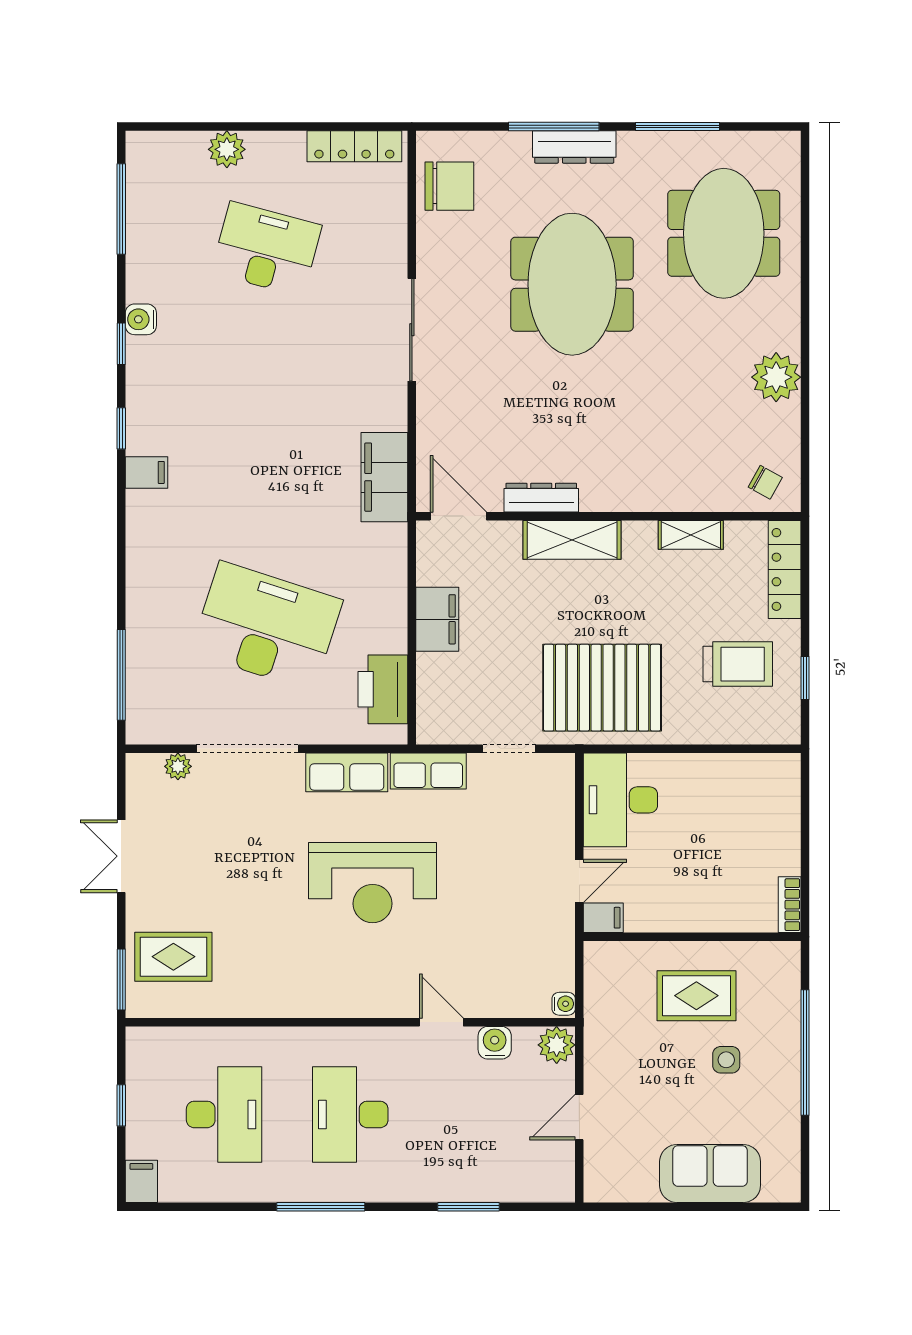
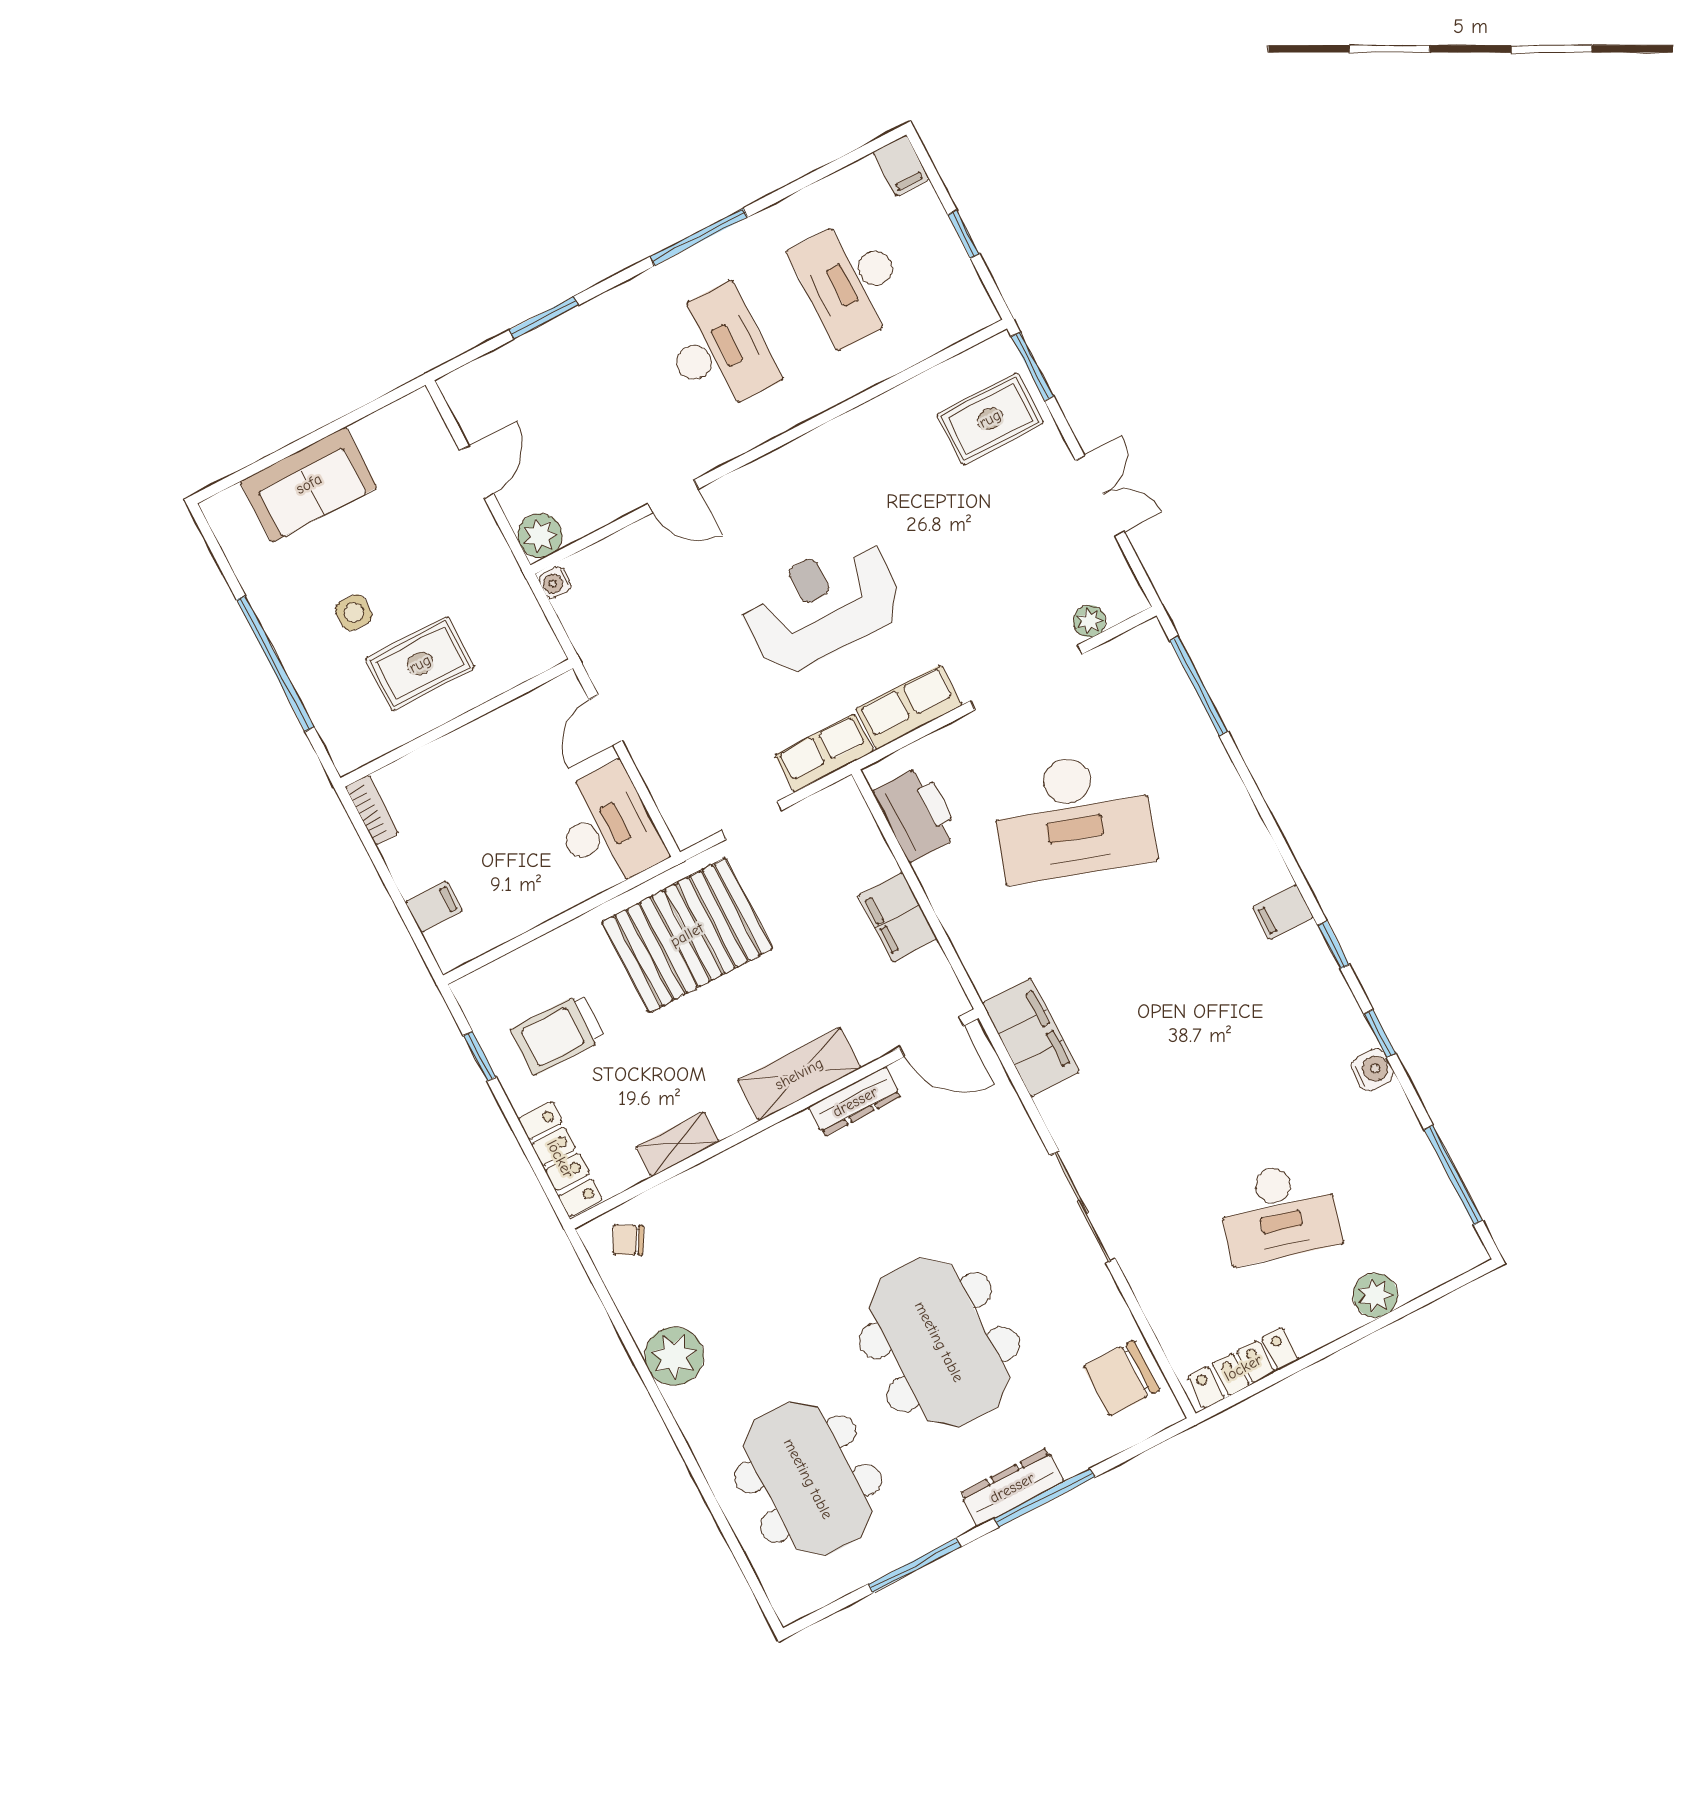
filing cabinet: (603, 918) -> (434, 907), moved, turned 180
water cooler: (495, 1043) -> (606, 504), removed

